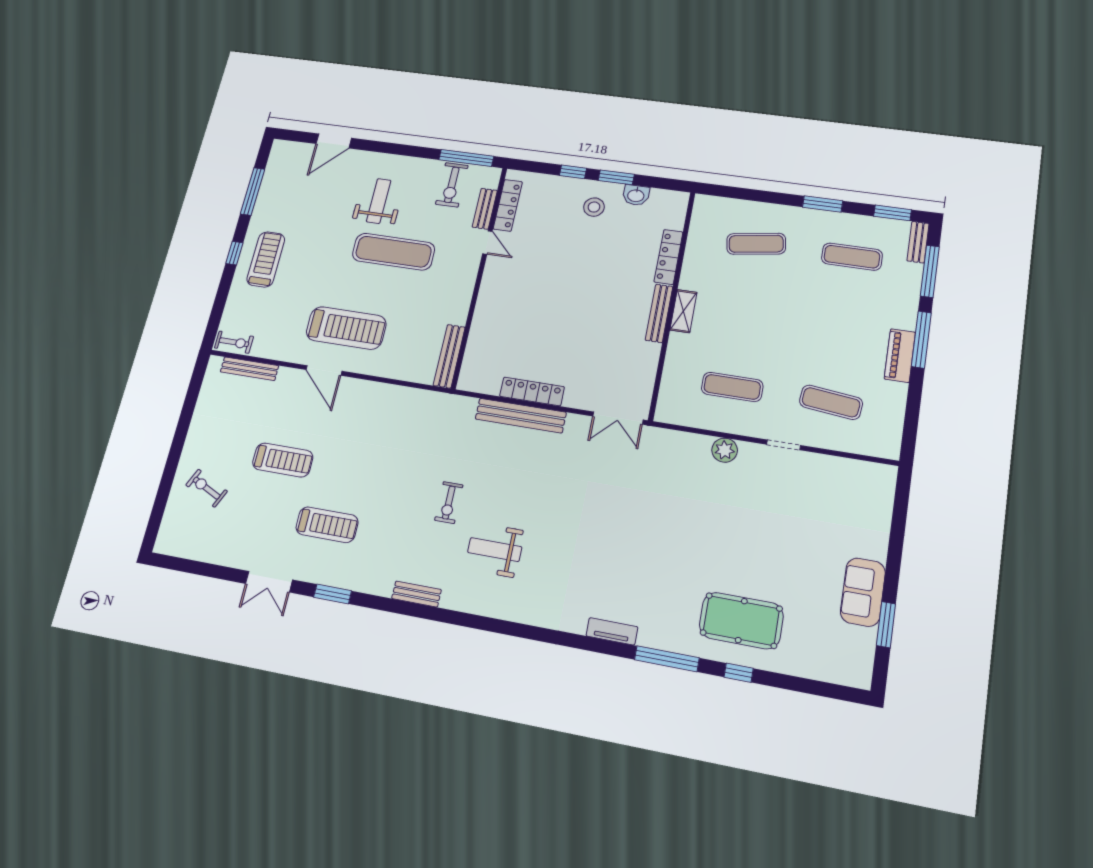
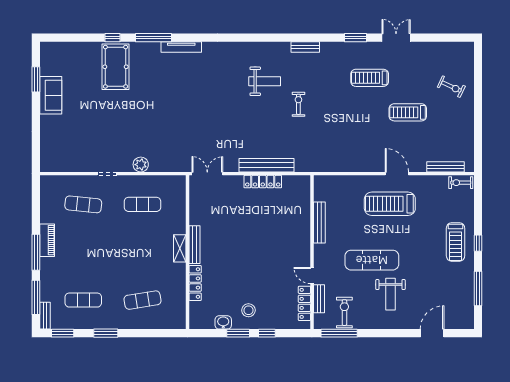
bench: (449, 356) -> (319, 223), moved
pool table: (741, 621) -> (116, 67), turned 90
tv unit: (612, 631) -> (181, 47), width x1.41

